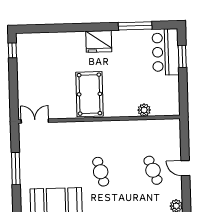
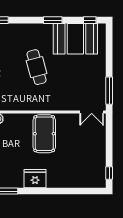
window: (16, 168) -> (109, 91), moved
cafe table: (101, 172) -> (37, 67), width x1.37, depth x1.35

